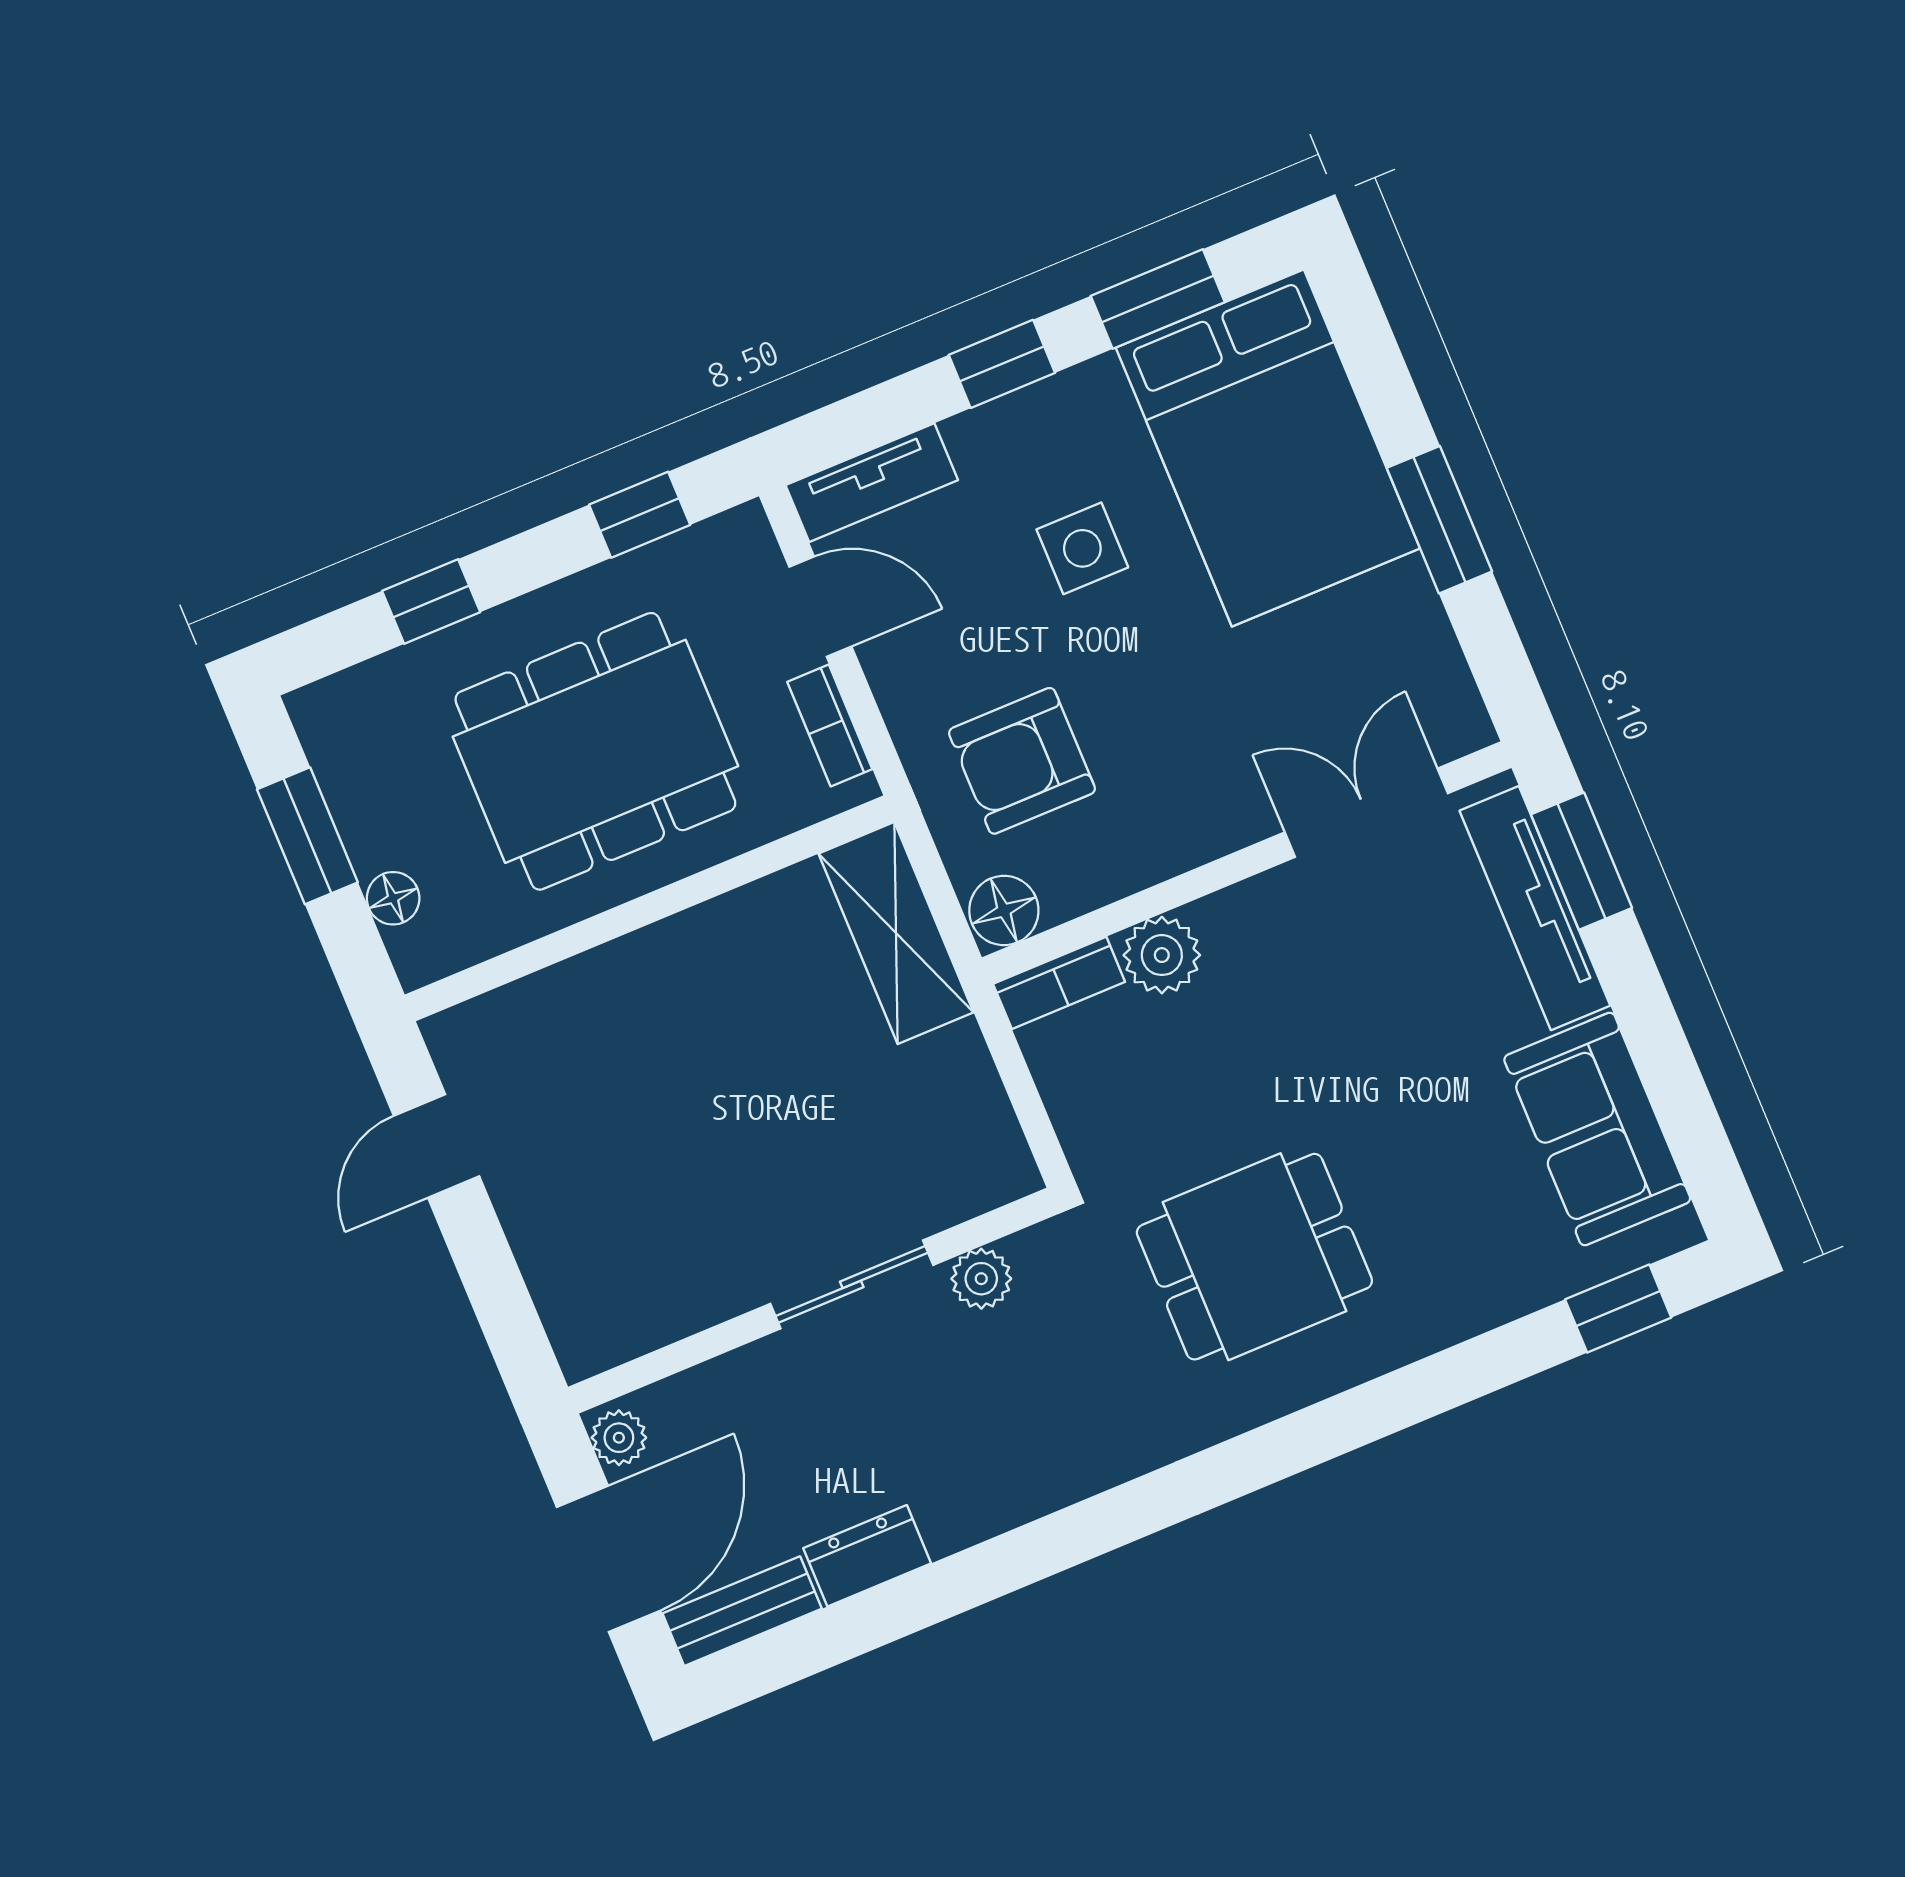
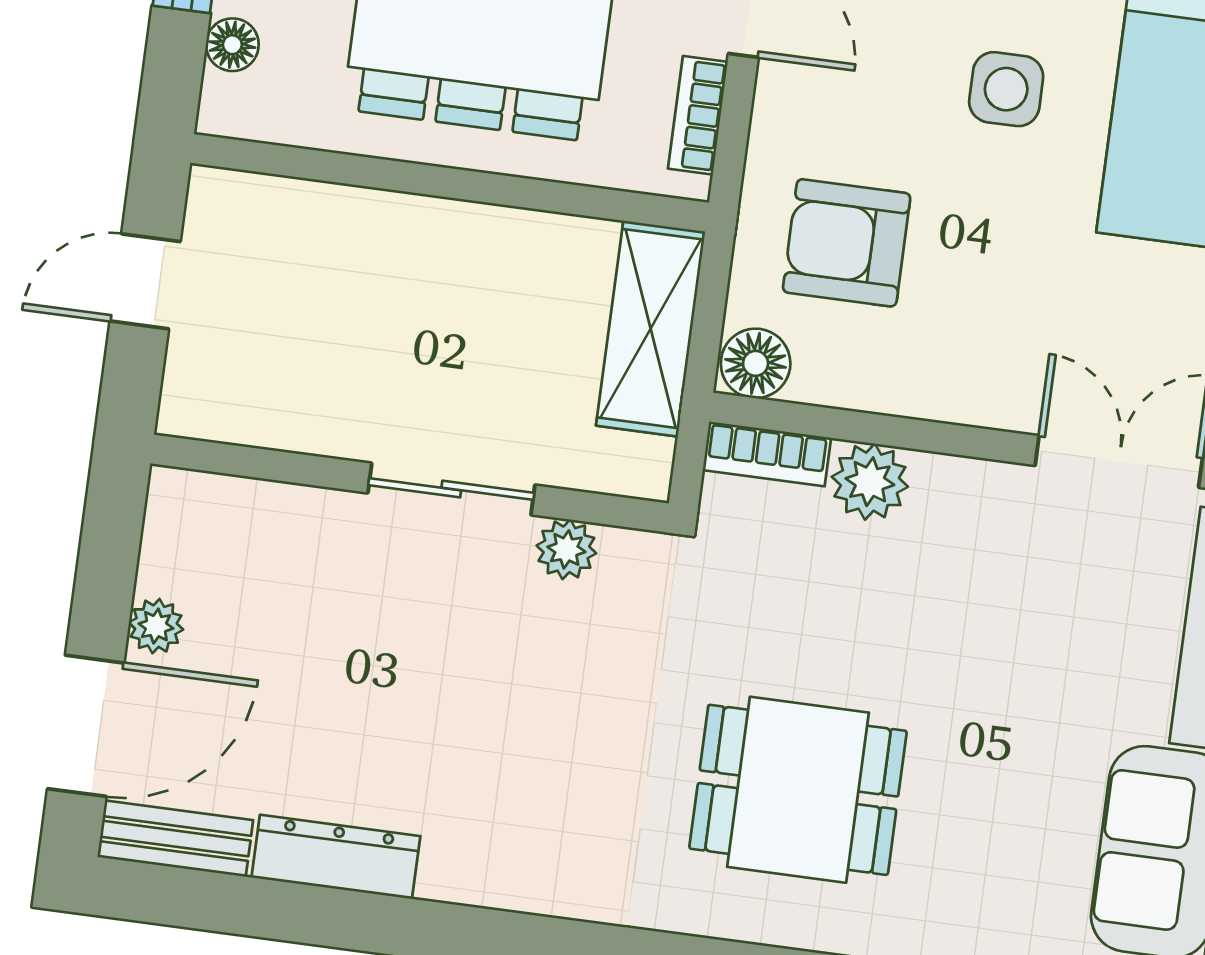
plant: (981, 1279) -> (566, 549), moved
sliding door: (852, 1284) -> (451, 489), moved
wall: (813, 1301) -> (409, 483), moved
dresser: (867, 1556) -> (336, 857), width x1.44

